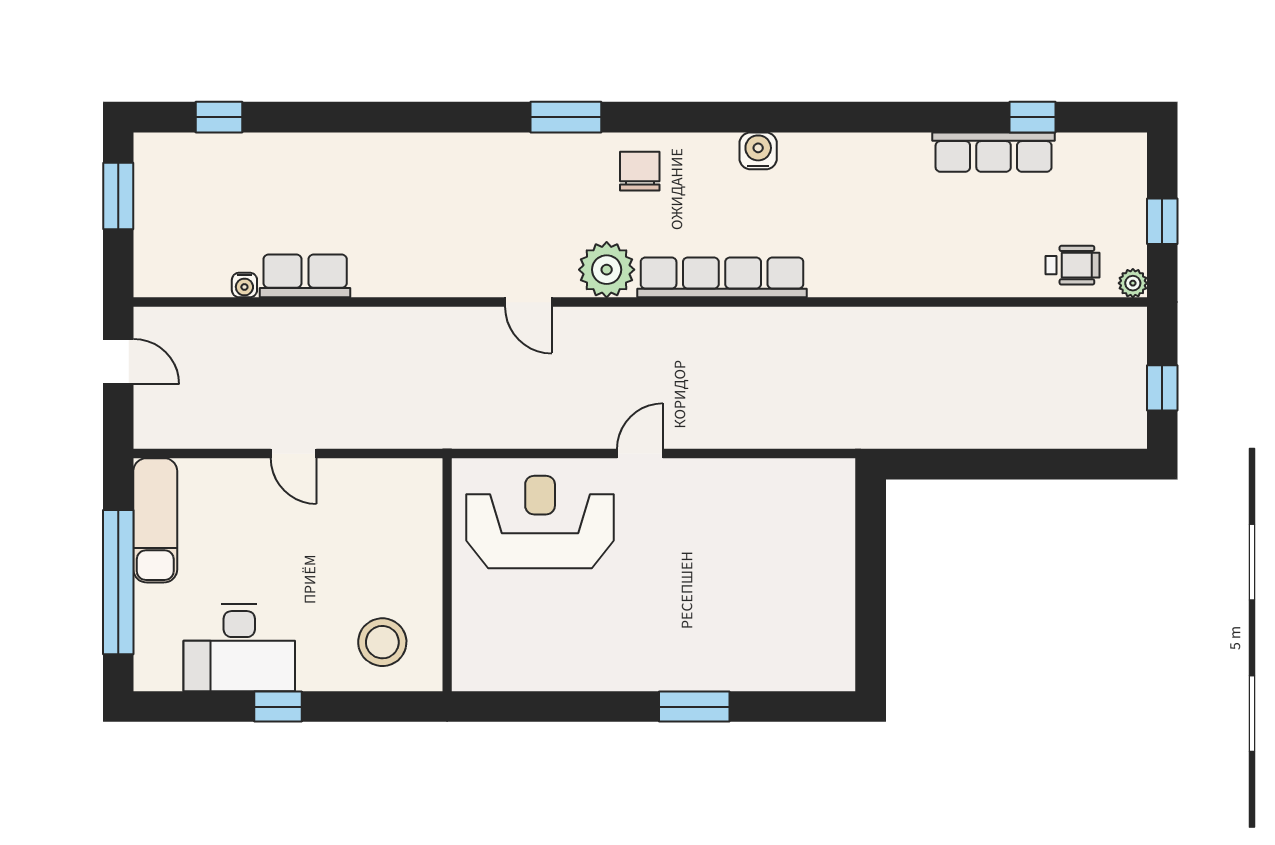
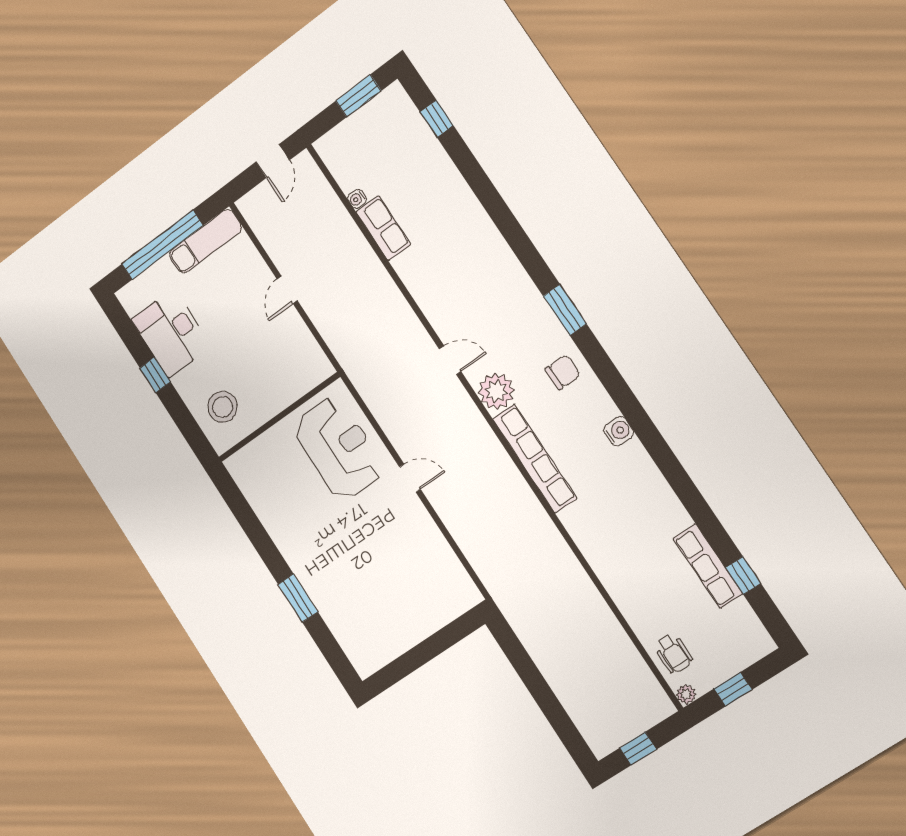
door: (528, 302) -> (450, 360), swing flipped

